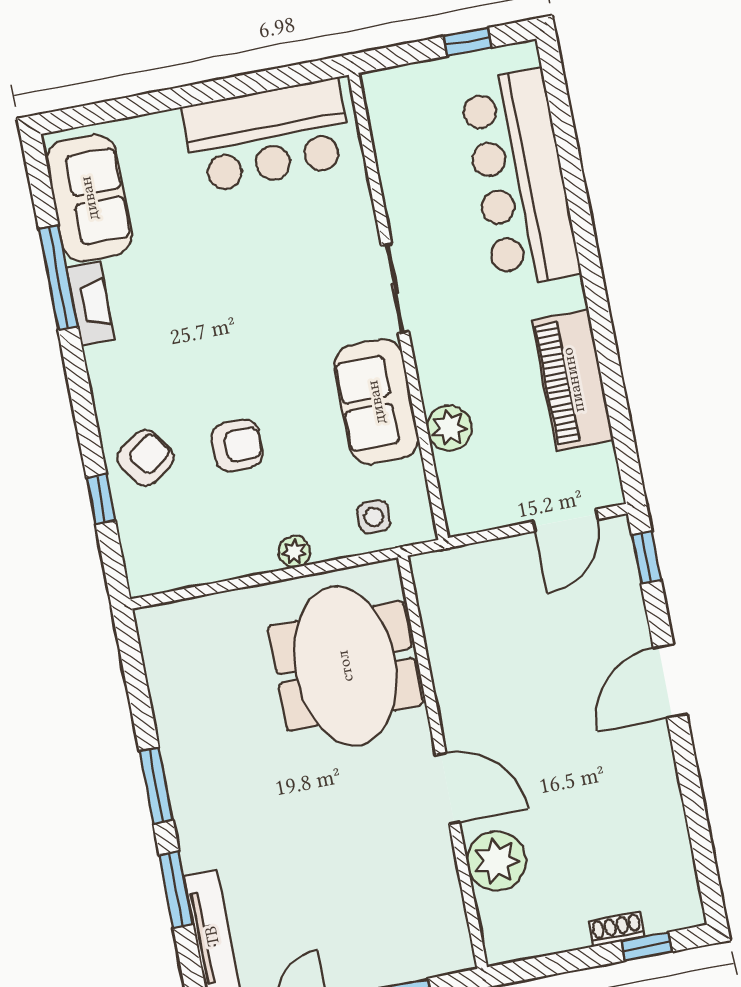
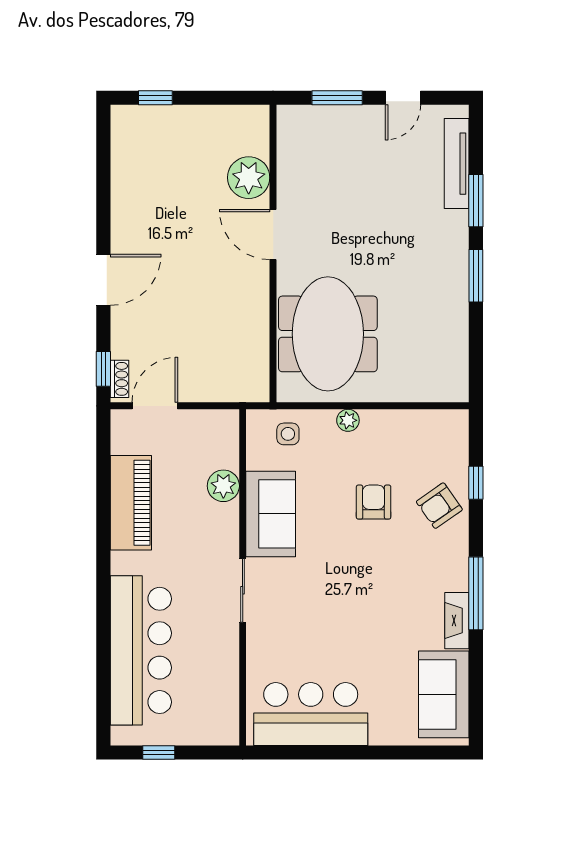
window: (58, 278) -> (476, 593), moved
armchair: (237, 445) -> (374, 502), turned 90
shoe rack: (617, 929) -> (119, 379), moved, turned -90

